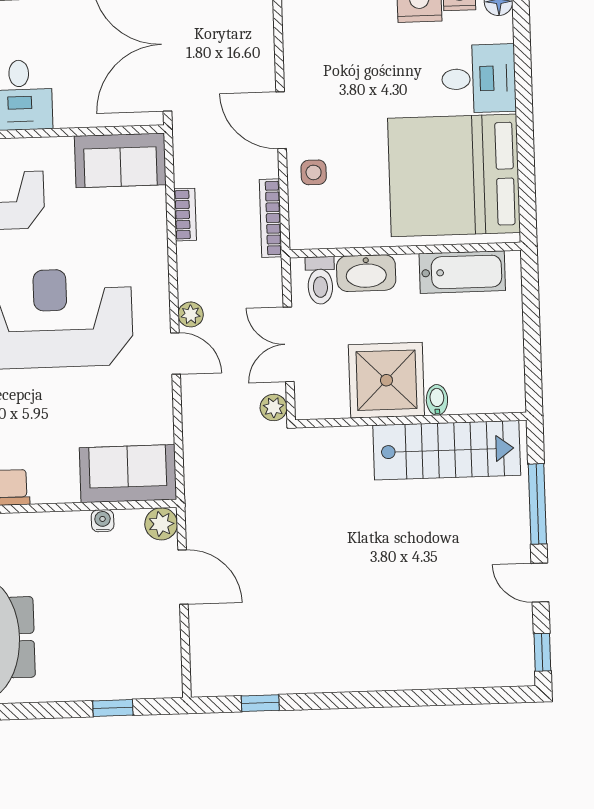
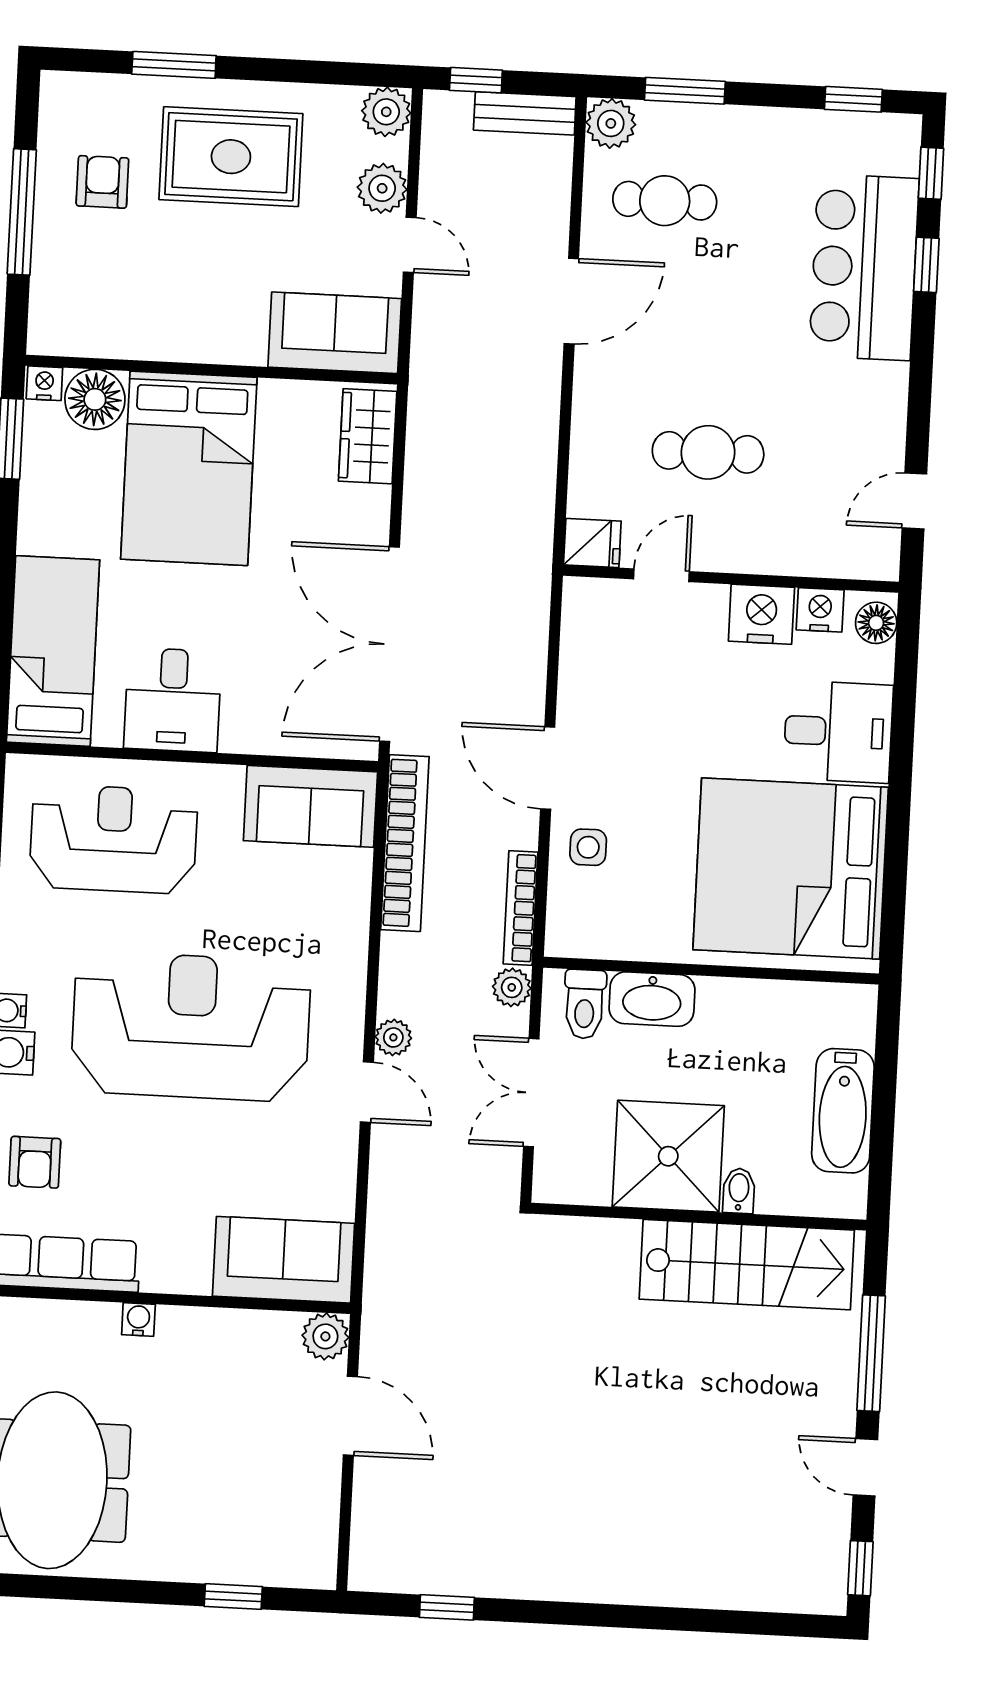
bookcase: (185, 215) -> (405, 843), width x2.31, depth x1.31
bathtub: (462, 272) -> (843, 1111), moved, turned 90
plant: (274, 407) -> (512, 987), moved
water cooler: (103, 521) -> (138, 1319), moved

